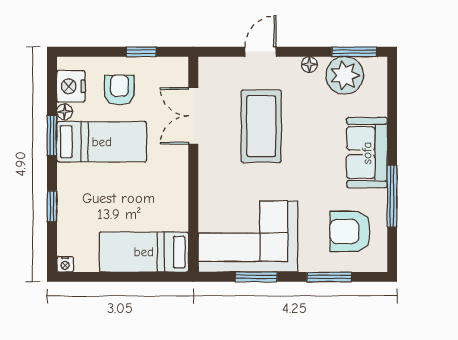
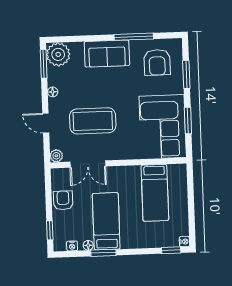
window: (141, 52) -> (50, 230), moved
plant: (208, 67) -> (56, 156), added
plant: (345, 75) -> (58, 54), moved
nightstand: (71, 86) -> (72, 246), width x0.53, depth x0.56
armchair: (119, 90) -> (63, 200), moved, turned 90
window: (52, 206) -> (171, 250), moved
bed: (144, 252) -> (155, 193), moved

